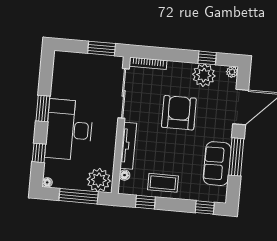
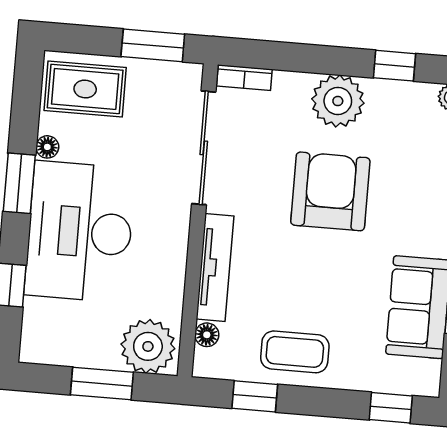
bookcase: (148, 63) -> (244, 78), width x0.64
rug: (72, 67) -> (85, 89), added
plant: (204, 75) -> (338, 101), moved
floor lamp: (47, 182) -> (47, 147), moved
window: (79, 196) -> (102, 383), width x0.69

